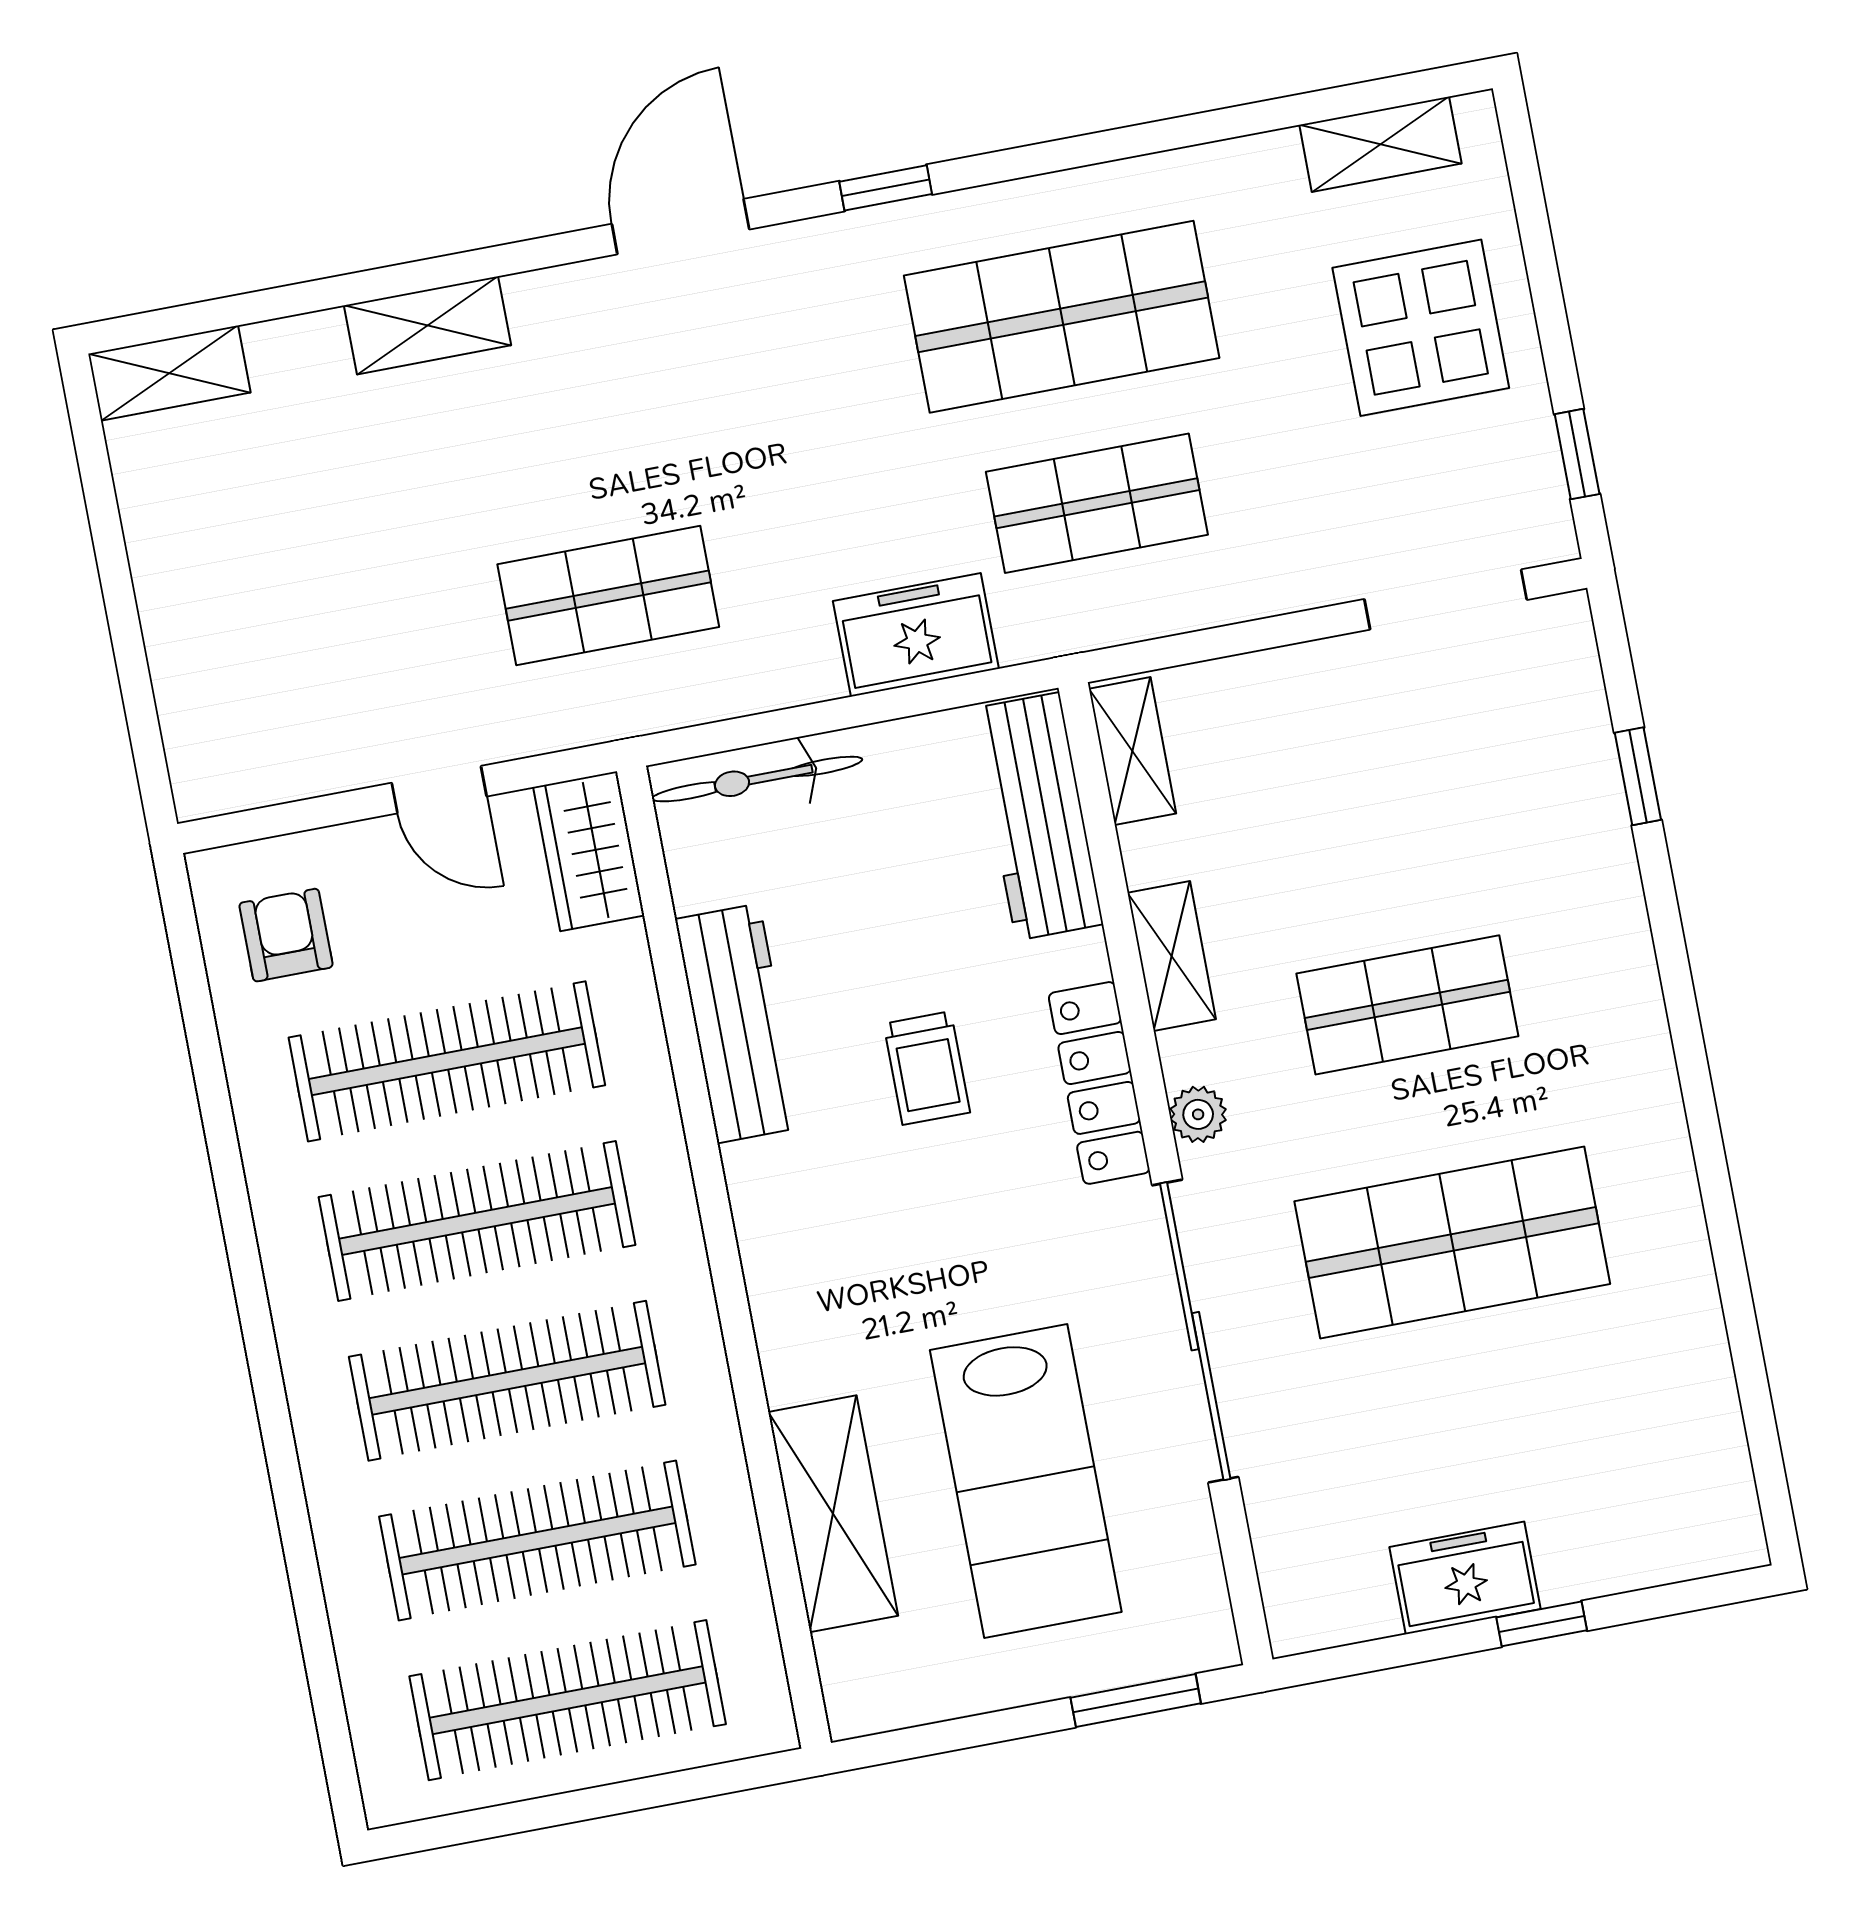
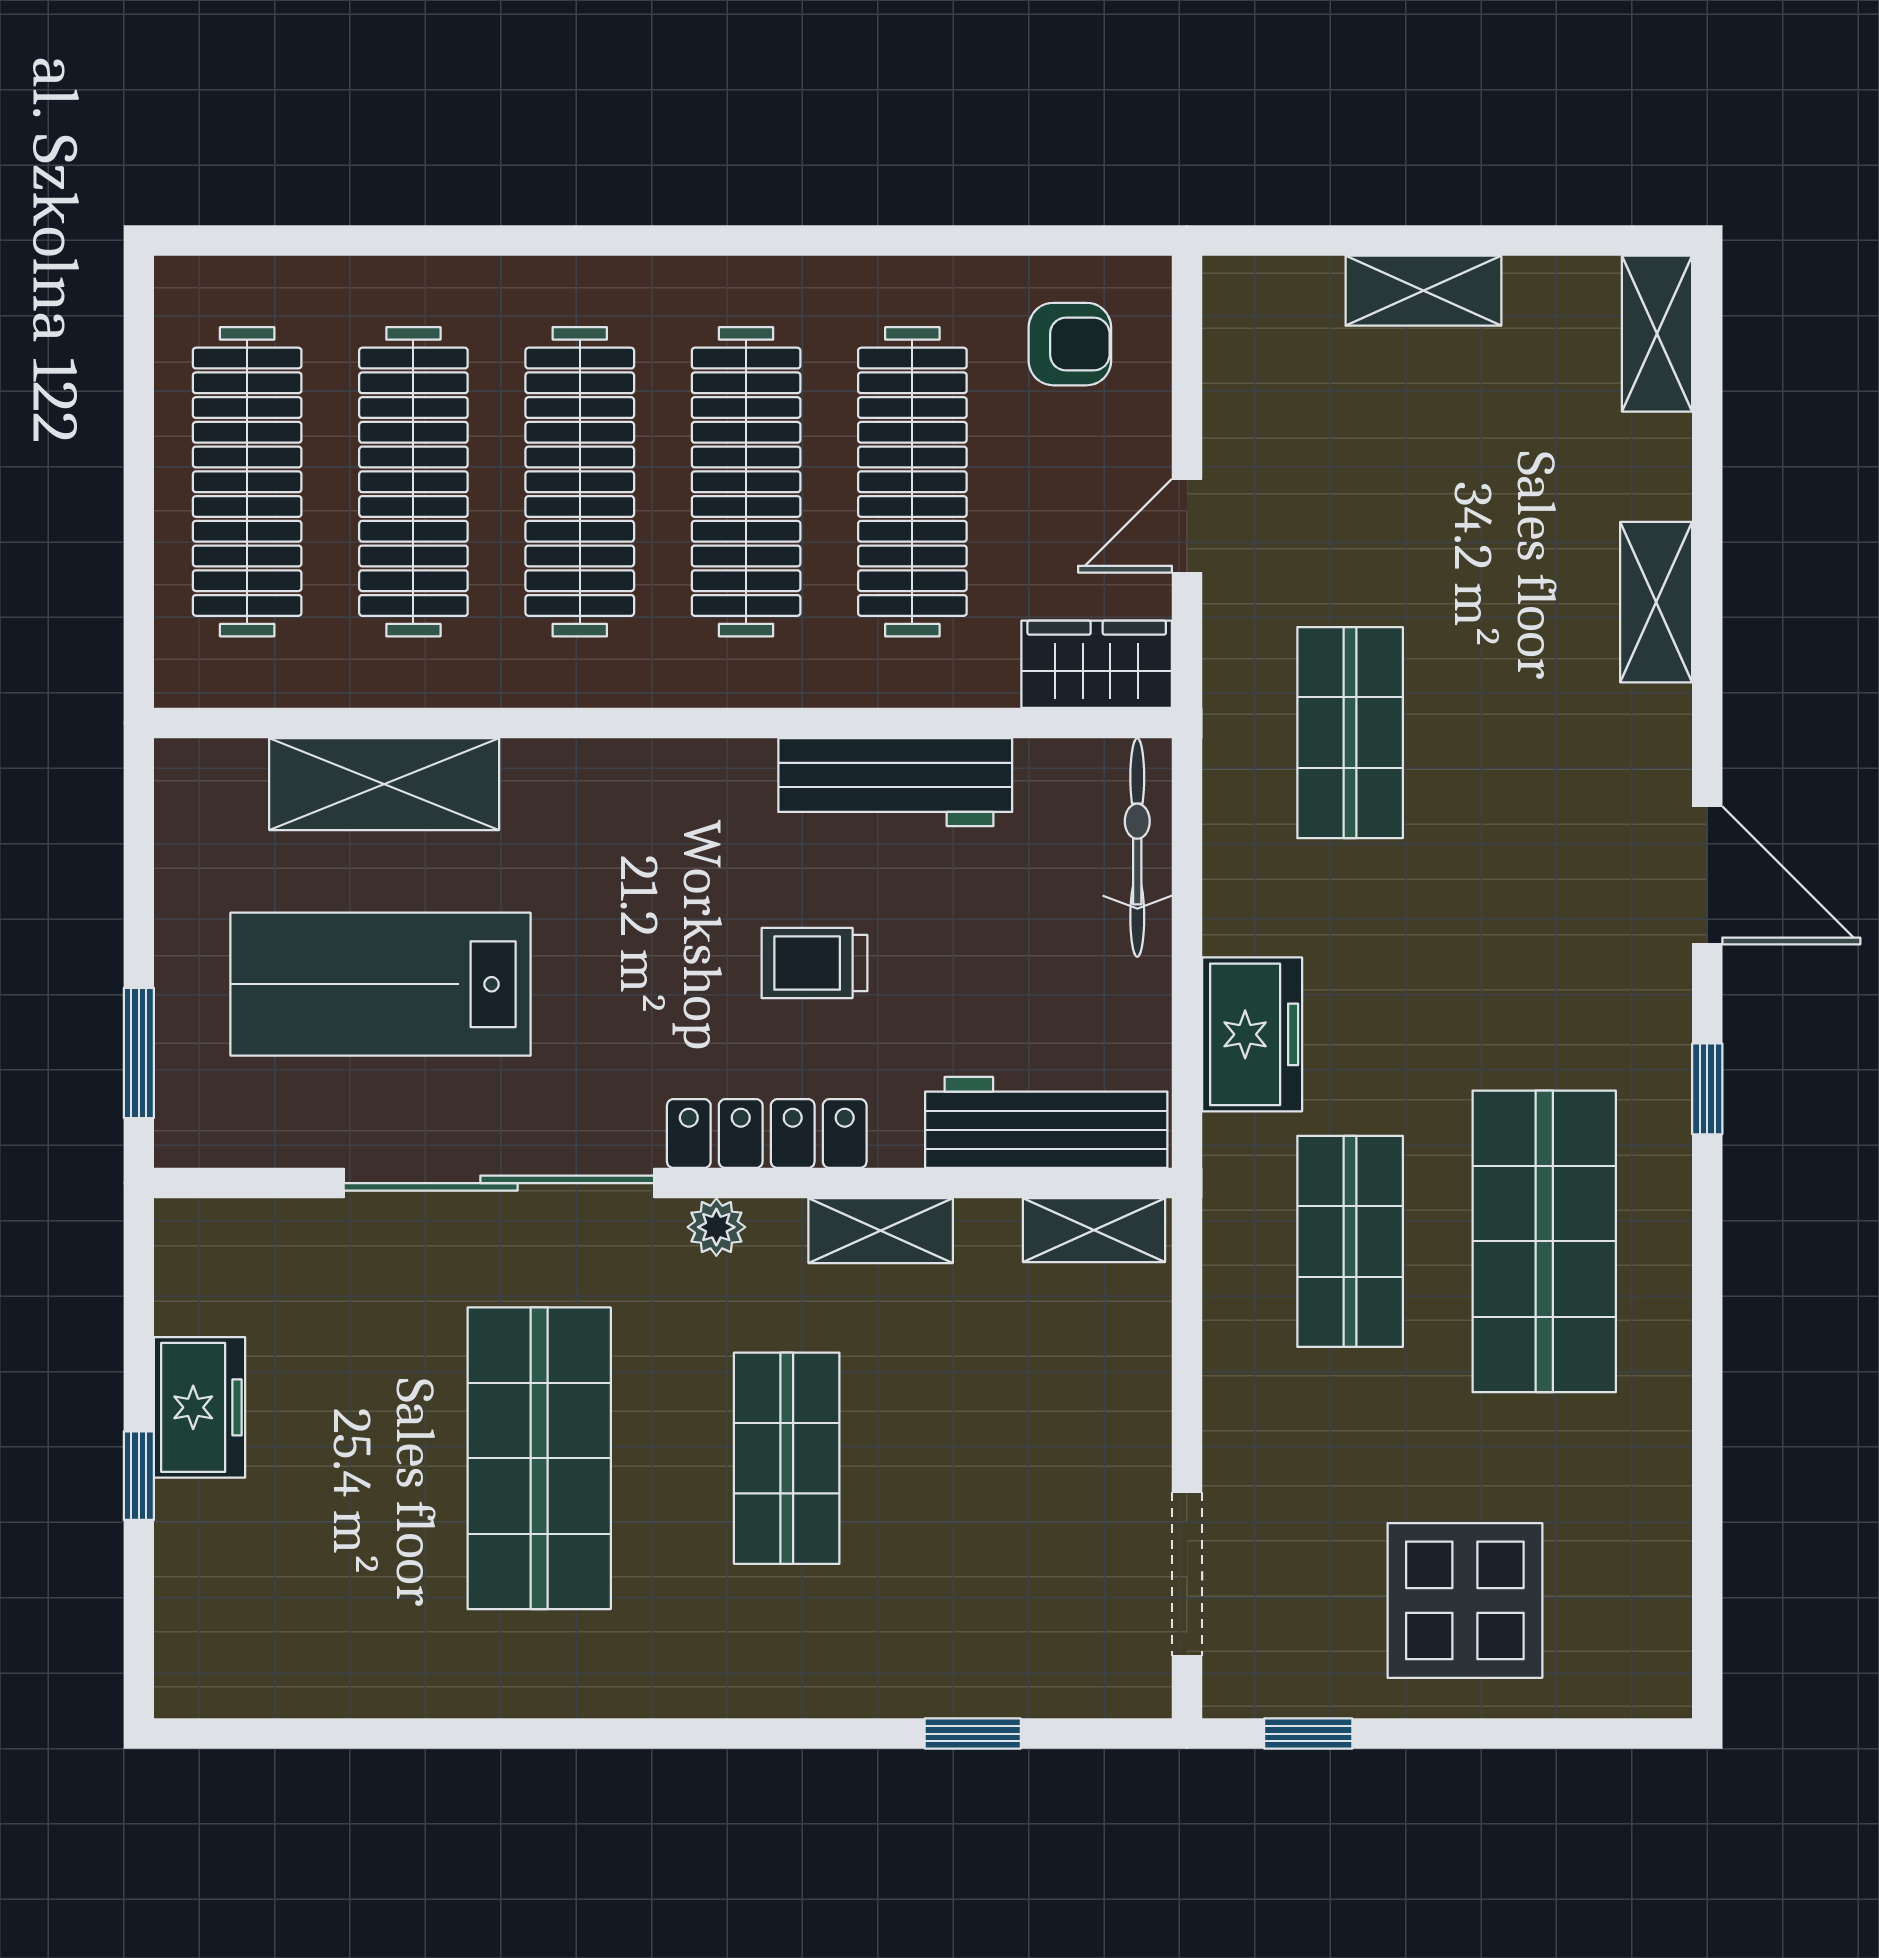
shelving: (1380, 144) -> (1423, 291), moved, turned 90

